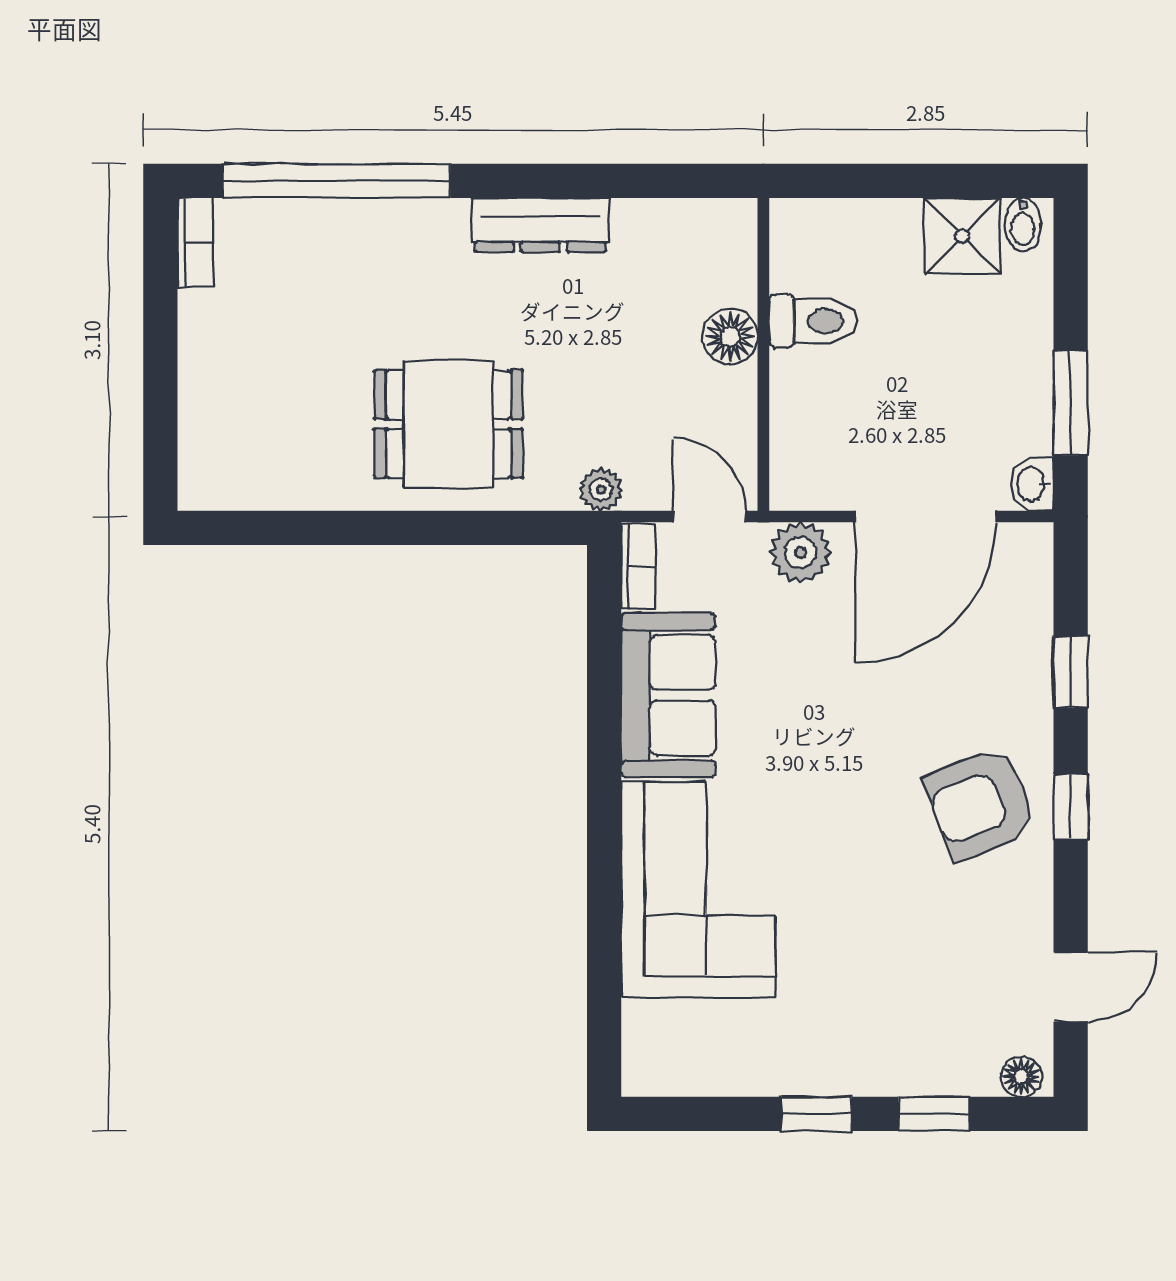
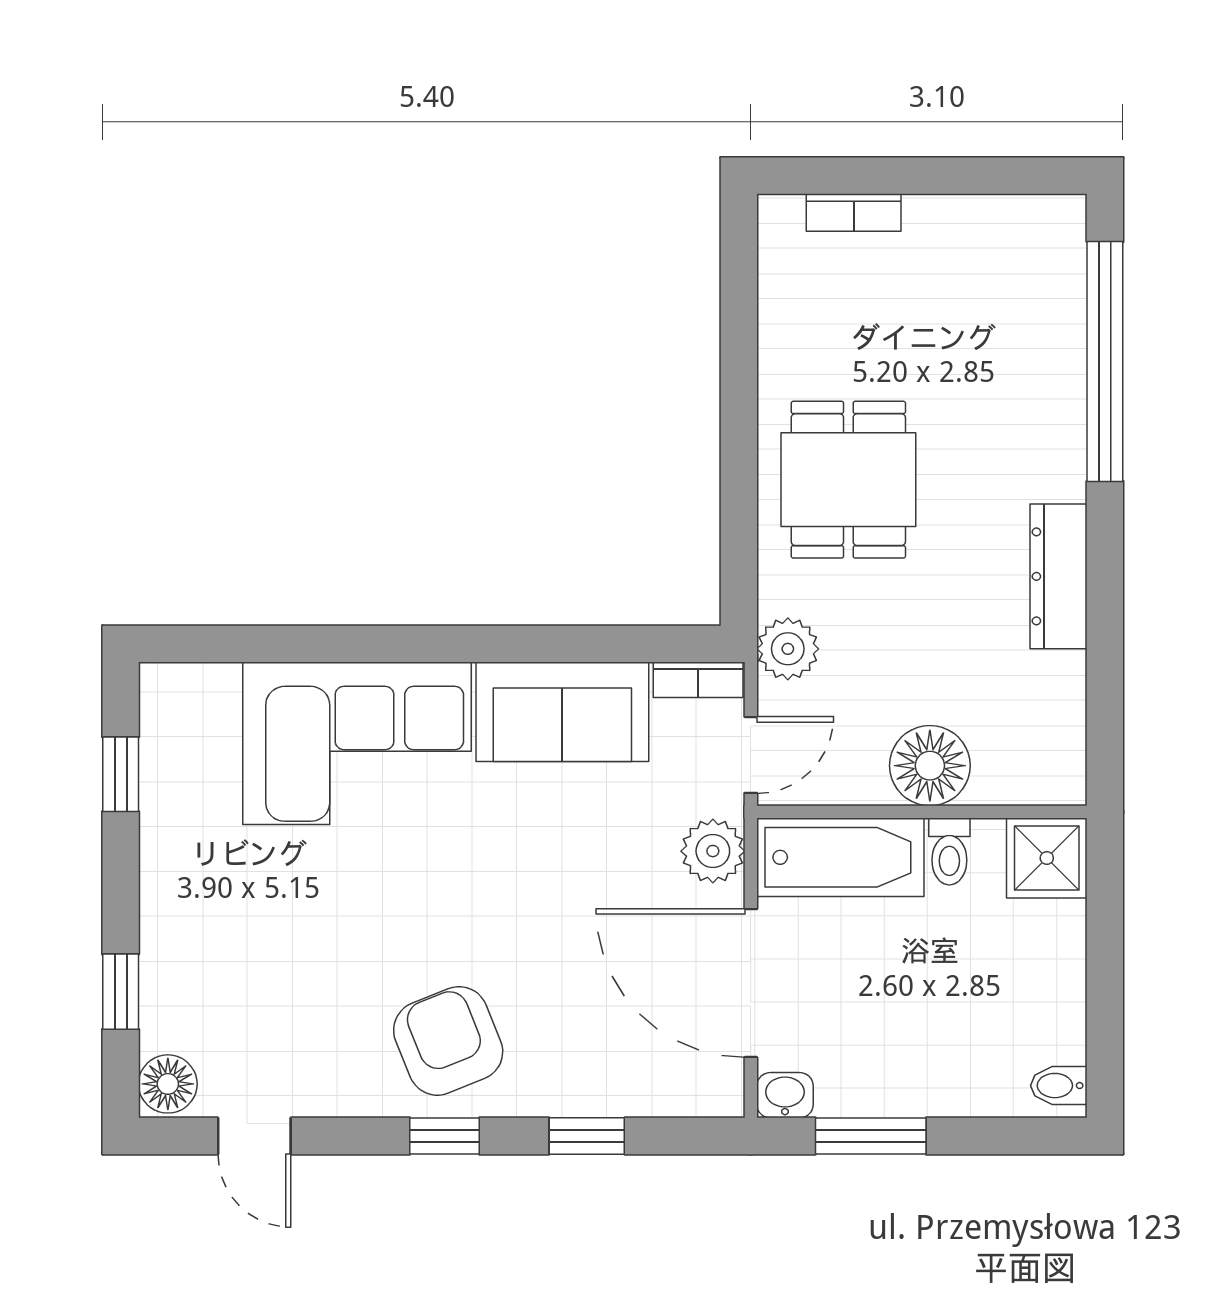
shower: (962, 236) -> (1047, 858), moved
bookcase: (195, 243) -> (854, 212), moved
toilet: (813, 321) -> (949, 851), width x0.73, depth x0.72
floor lamp: (730, 336) -> (930, 766), width x1.38, depth x1.38
bathtub: (806, 432) -> (840, 857), added
plant: (601, 490) -> (788, 649), width x1.38, depth x1.38
floor lamp: (1021, 1077) -> (168, 1084), width x1.37, depth x1.37
window: (817, 1114) -> (121, 774), moved

